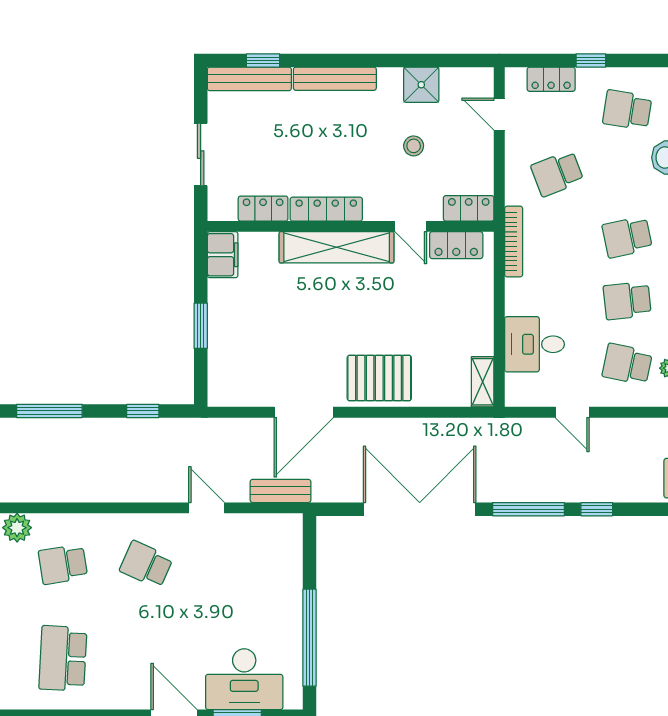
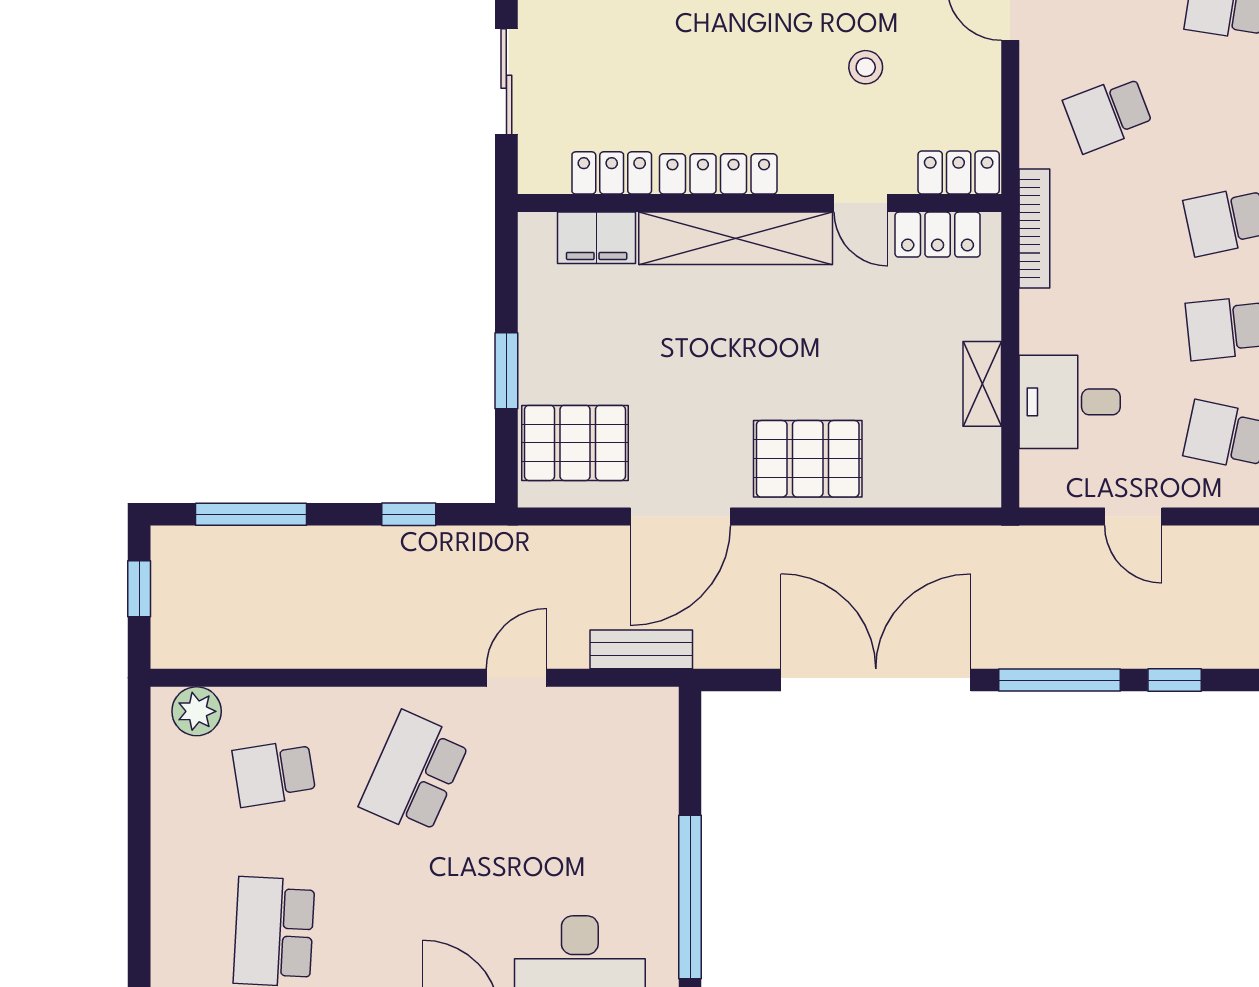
filing cabinet: (223, 255) -> (597, 238), moved, turned 90
pallet: (241, 369) -> (575, 443), added
shelving: (483, 382) -> (982, 384), moved
door: (207, 508) -> (517, 678), hinge flipped
school desk: (146, 564) -> (415, 773), width x1.85

